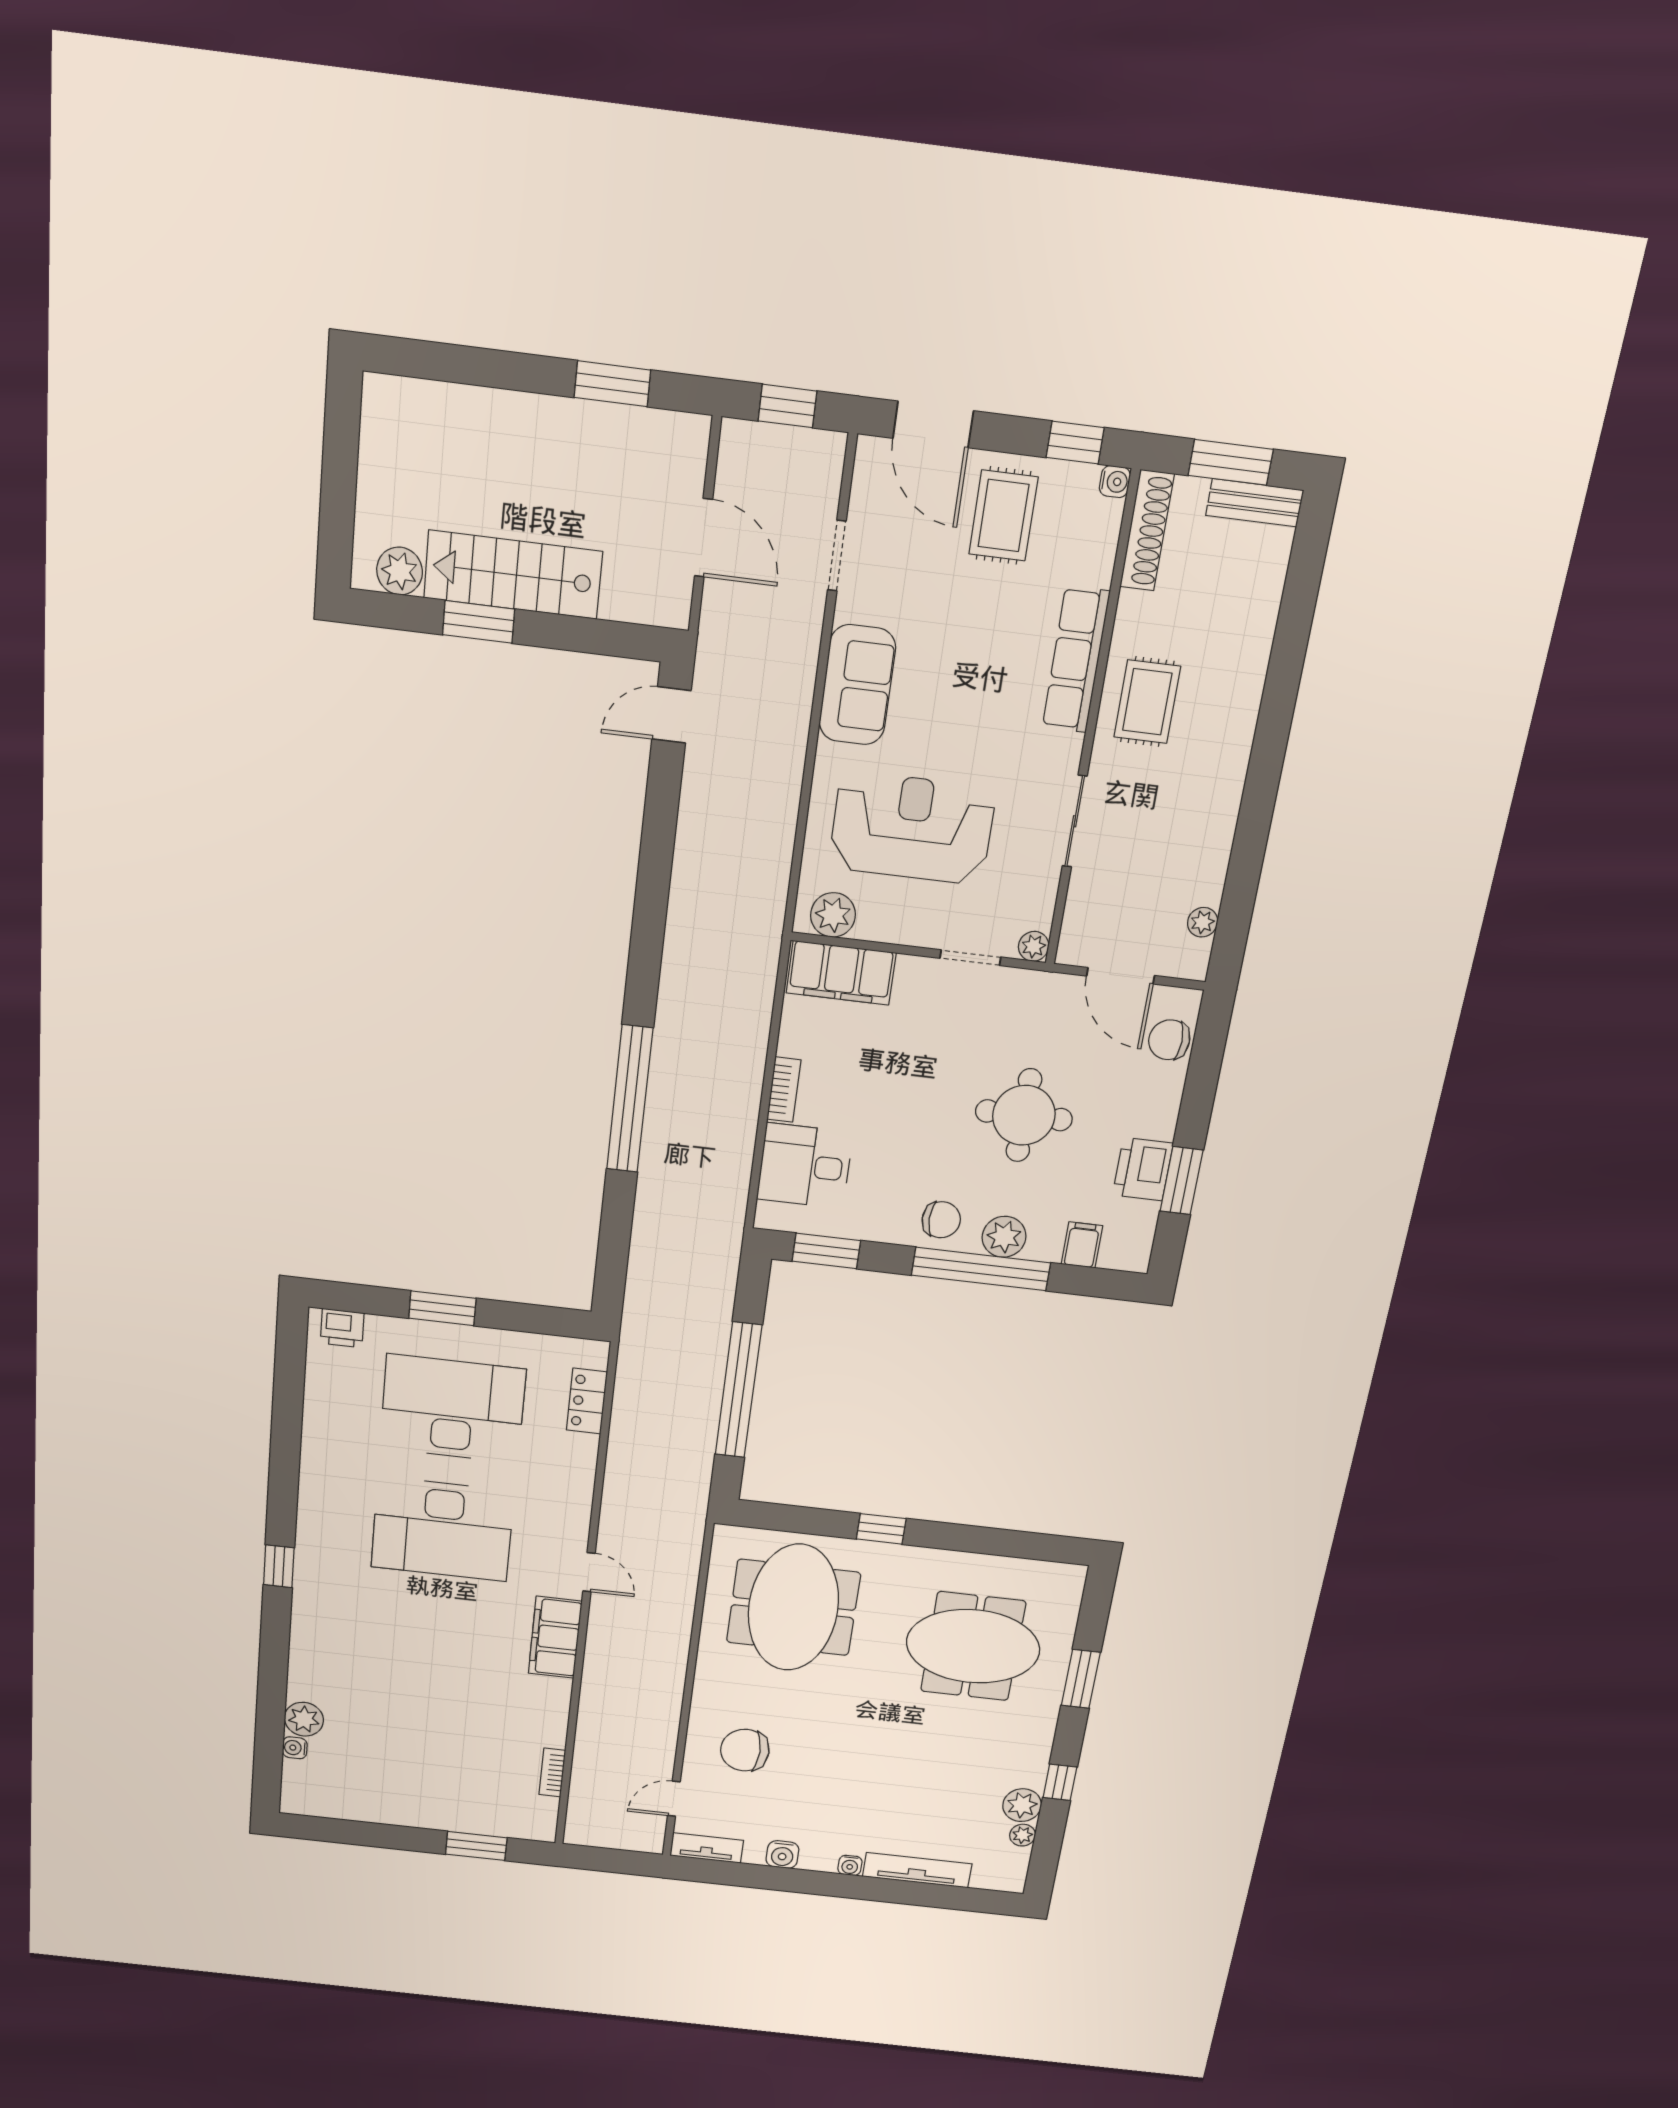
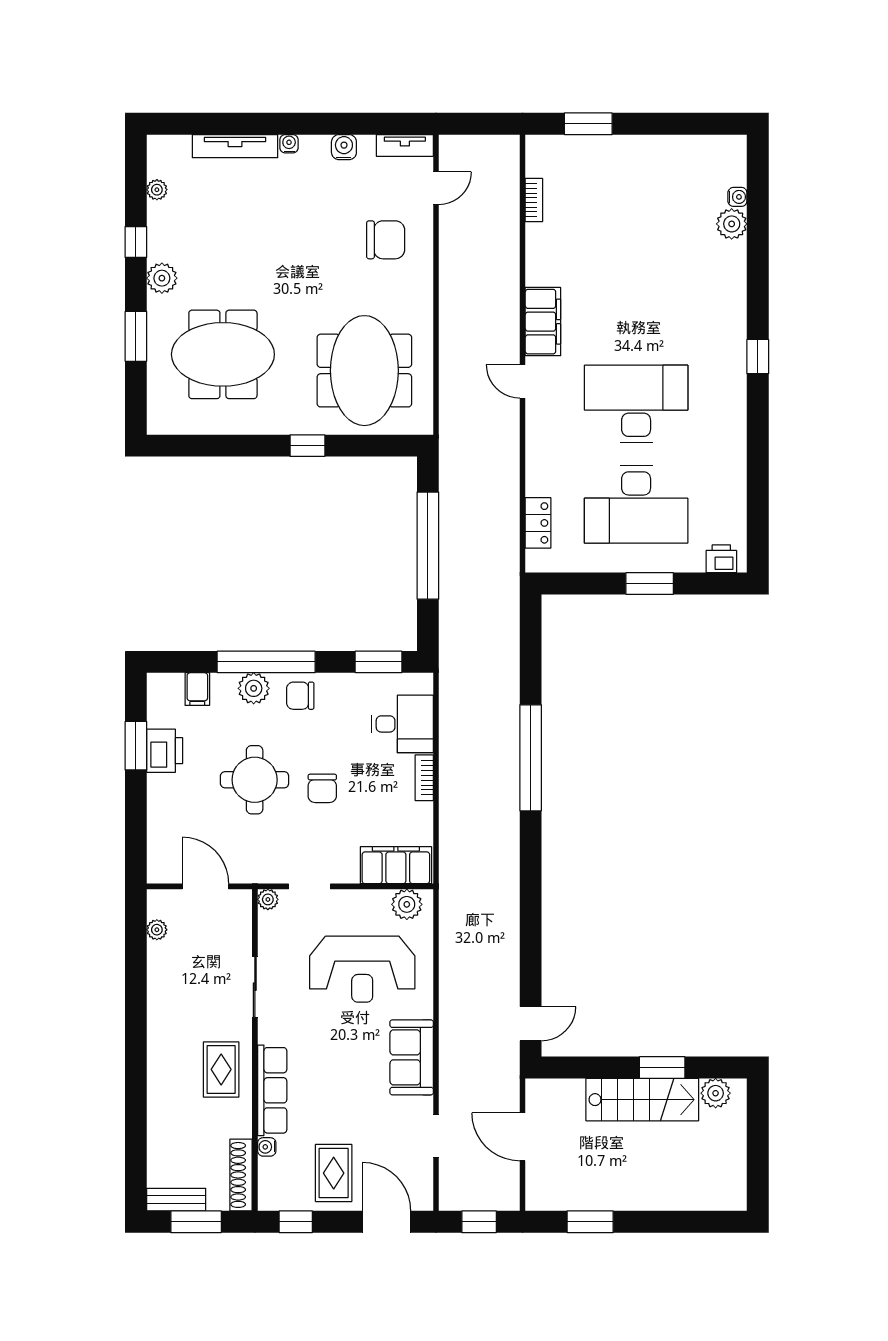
water cooler: (1115, 482) -> (267, 1147), moved
chair: (1169, 1040) -> (322, 788), moved, turned 90
plant: (1022, 1805) -> (162, 278), moved

